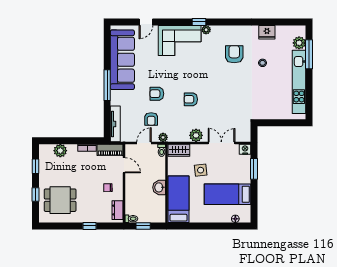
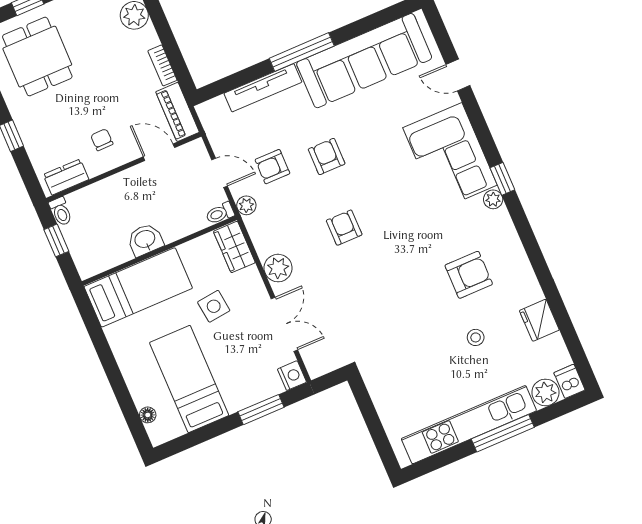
dishwasher: (299, 30) -> (569, 381), added
window: (309, 54) -> (503, 433), moved
tv unit: (115, 124) -> (263, 88), moved
door: (124, 165) -> (159, 152), swing flipped

